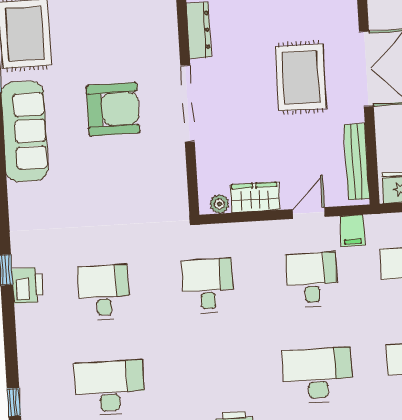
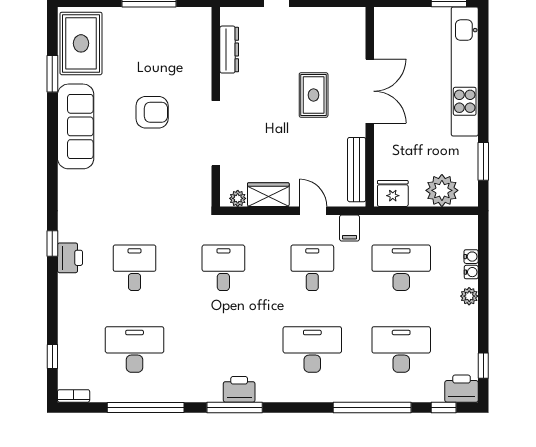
rug: (301, 77) -> (314, 95), width x0.73, depth x0.70
doorway: (188, 104) -> (216, 133), moved
armchair: (113, 109) -> (152, 112), width x0.73, depth x0.73
door: (309, 213) -> (313, 211), hinge flipped

